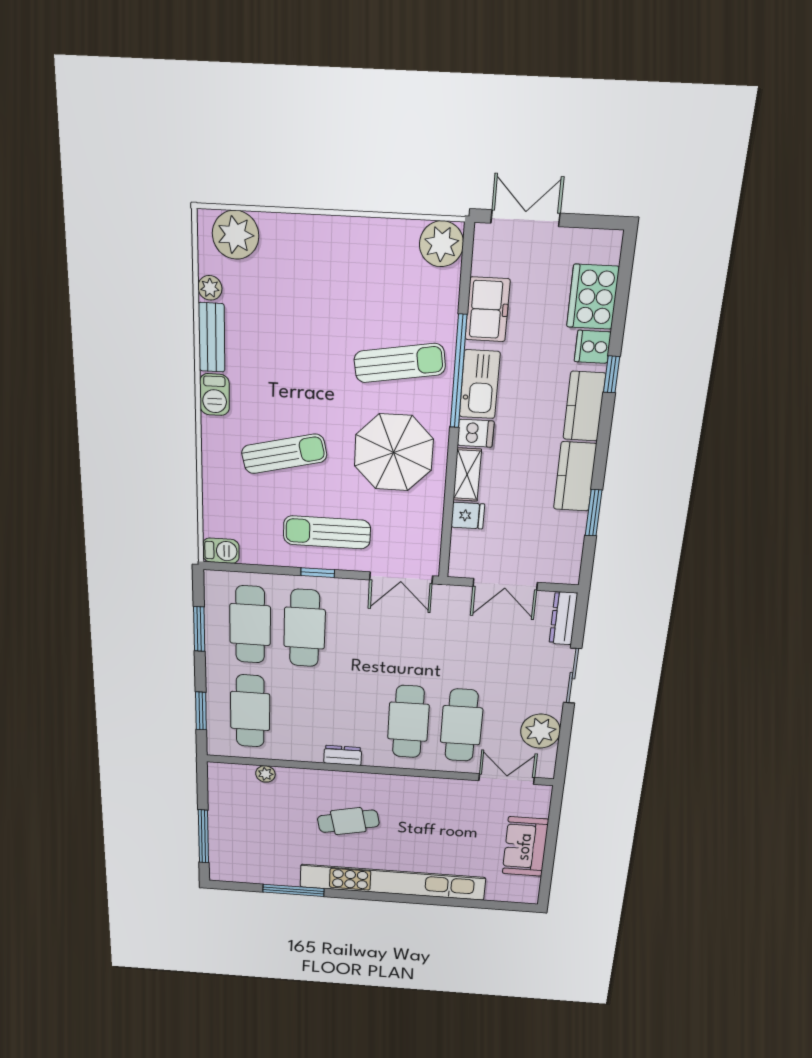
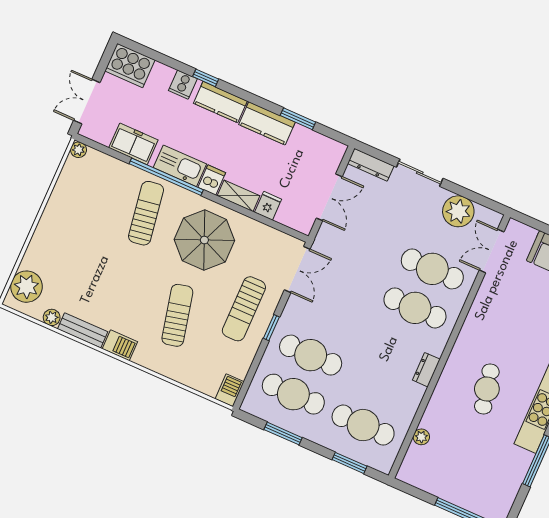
plant: (441, 244) -> (78, 150), width x0.53, depth x0.53
cooker: (593, 297) -> (130, 65), moved

